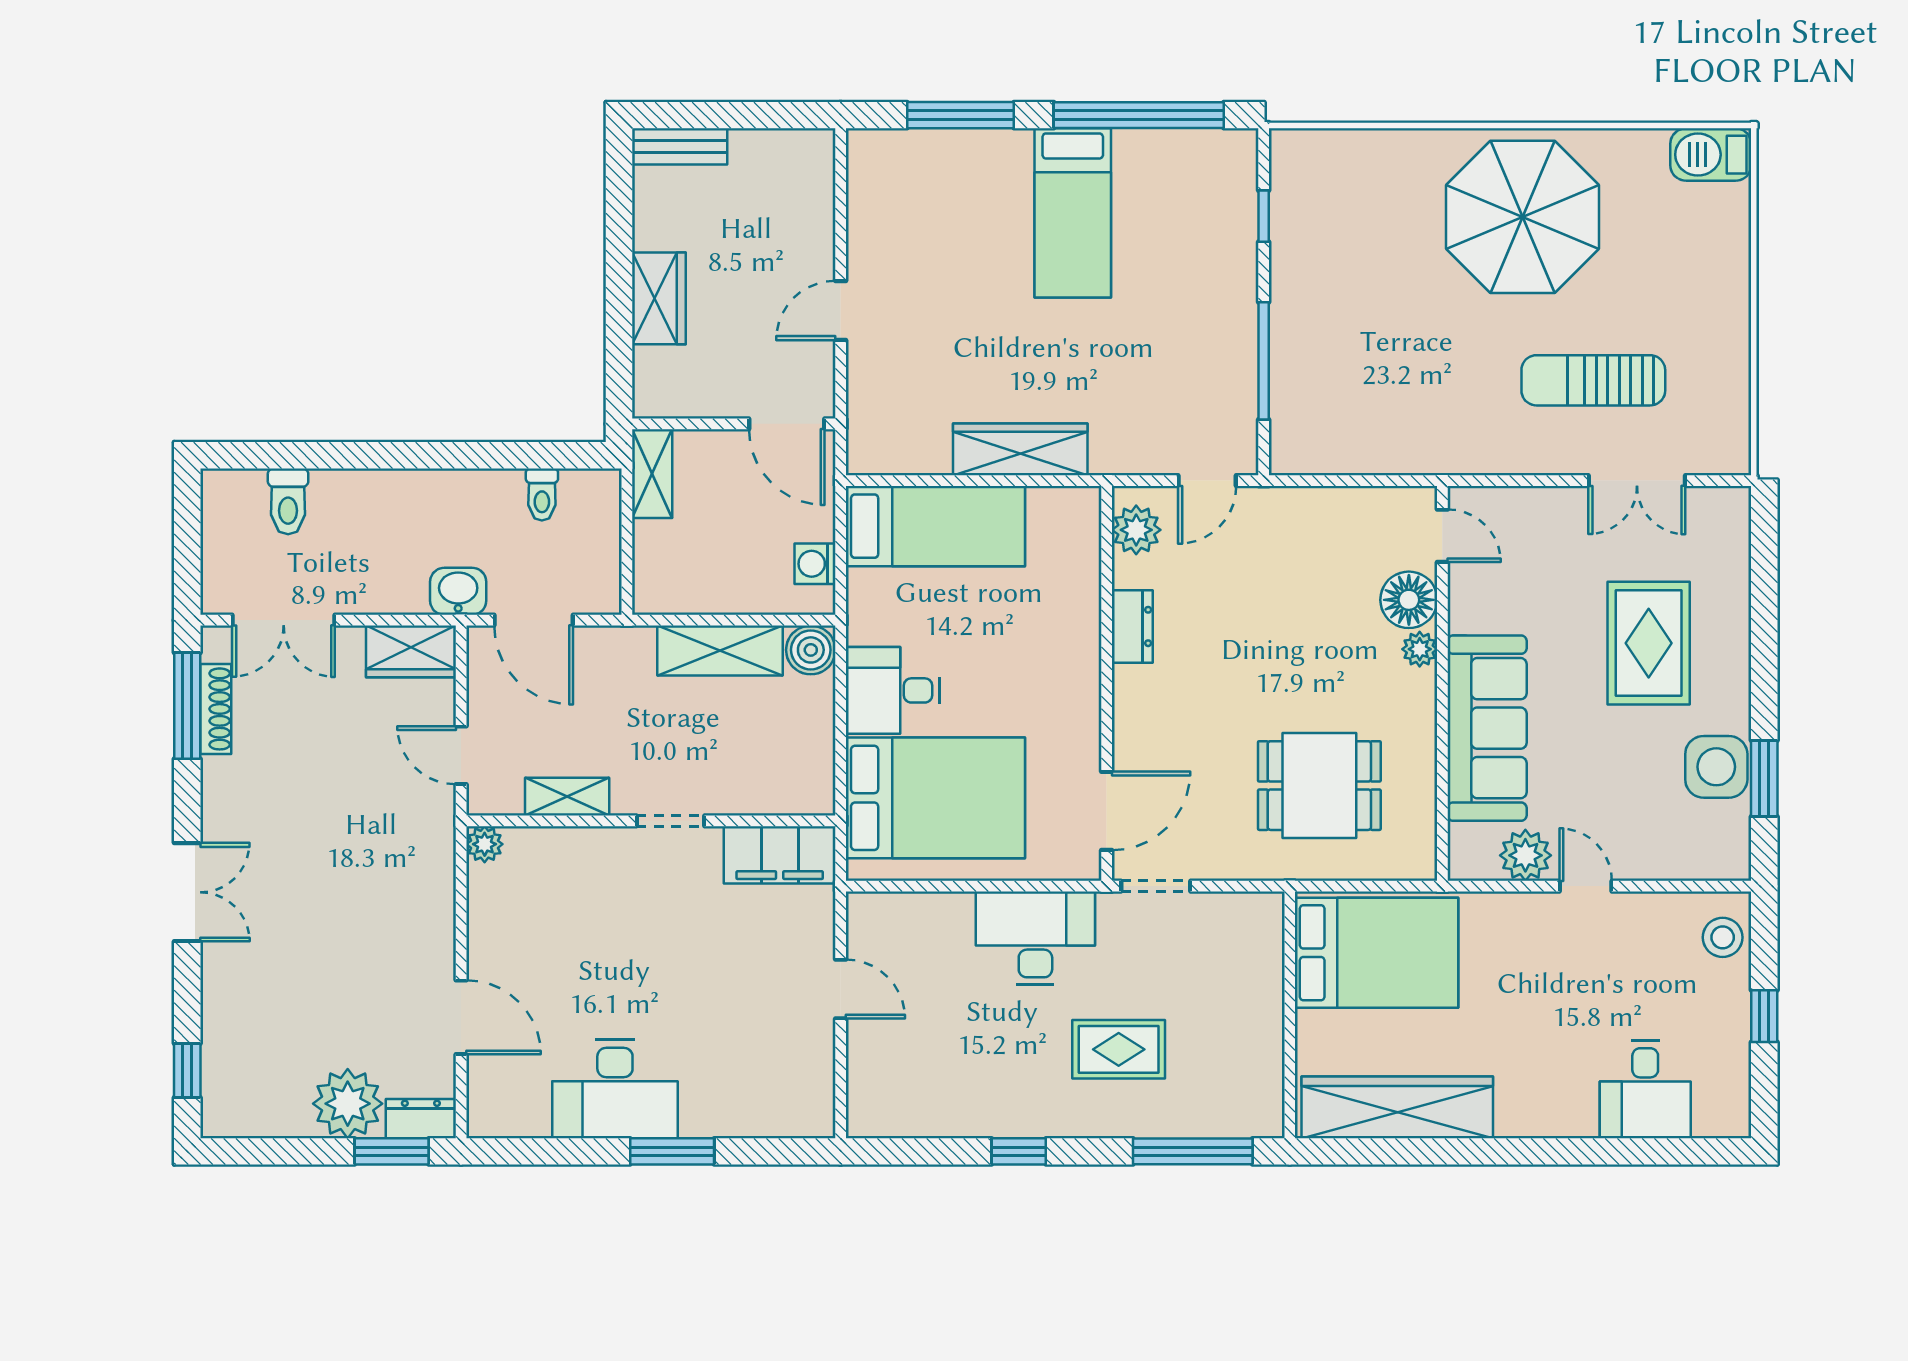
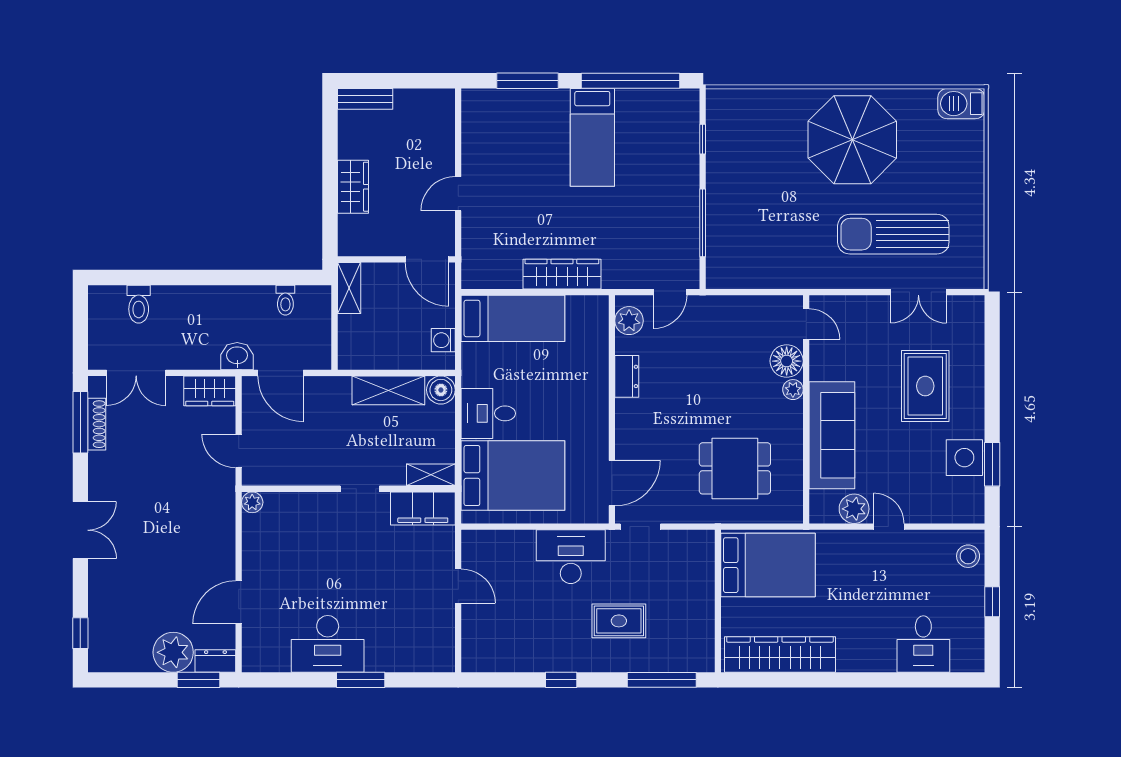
sun lounger: (1593, 380) -> (893, 234), width x1.36, depth x1.34
shelving: (567, 797) -> (431, 475), moved
door: (461, 1017) -> (239, 602), swing flipped

